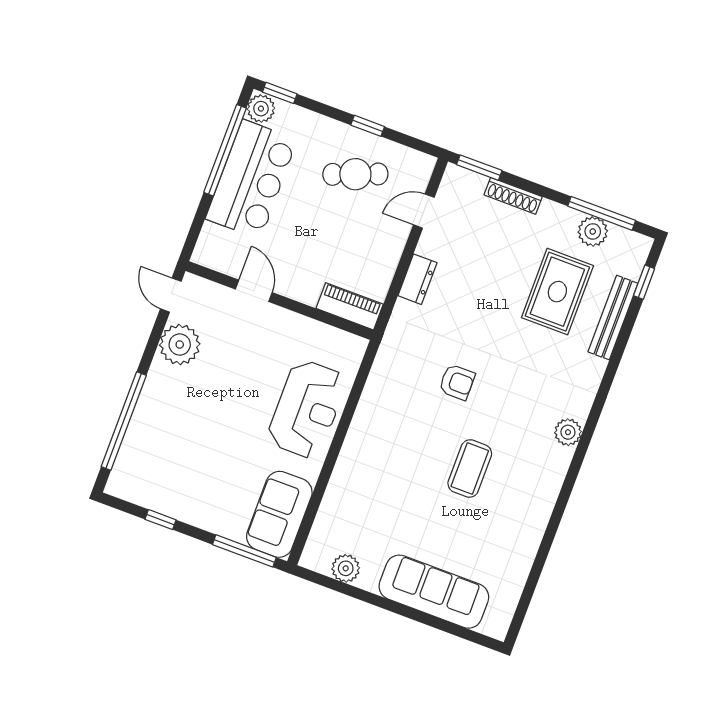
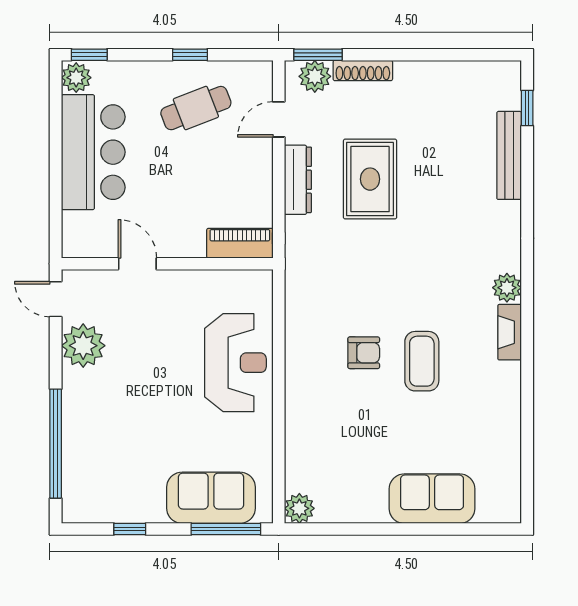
window: (225, 150) -> (56, 133), removed
window: (602, 213) -> (458, 55), removed
plant: (593, 231) -> (315, 76), moved
dresser: (417, 279) -> (298, 180), width x1.44
rug: (557, 292) -> (370, 179), moved
armchair: (457, 382) -> (364, 353), moved
fireplace: (556, 472) -> (510, 332), added
sofa: (279, 514) -> (211, 498), moved, turned 90
plant: (346, 568) -> (299, 508), moved
sofa: (434, 592) -> (432, 499), width x0.73

